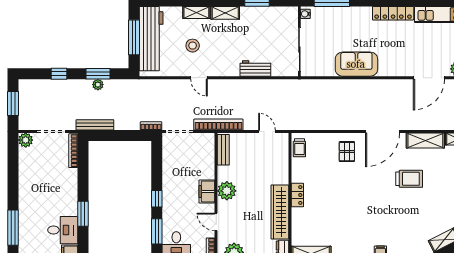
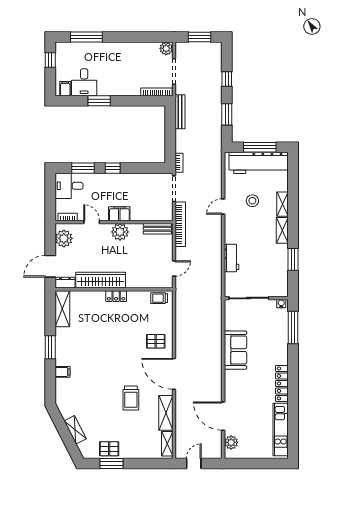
plant: (98, 85) -> (217, 114), removed
door: (216, 222) -> (92, 222), hinge flipped

